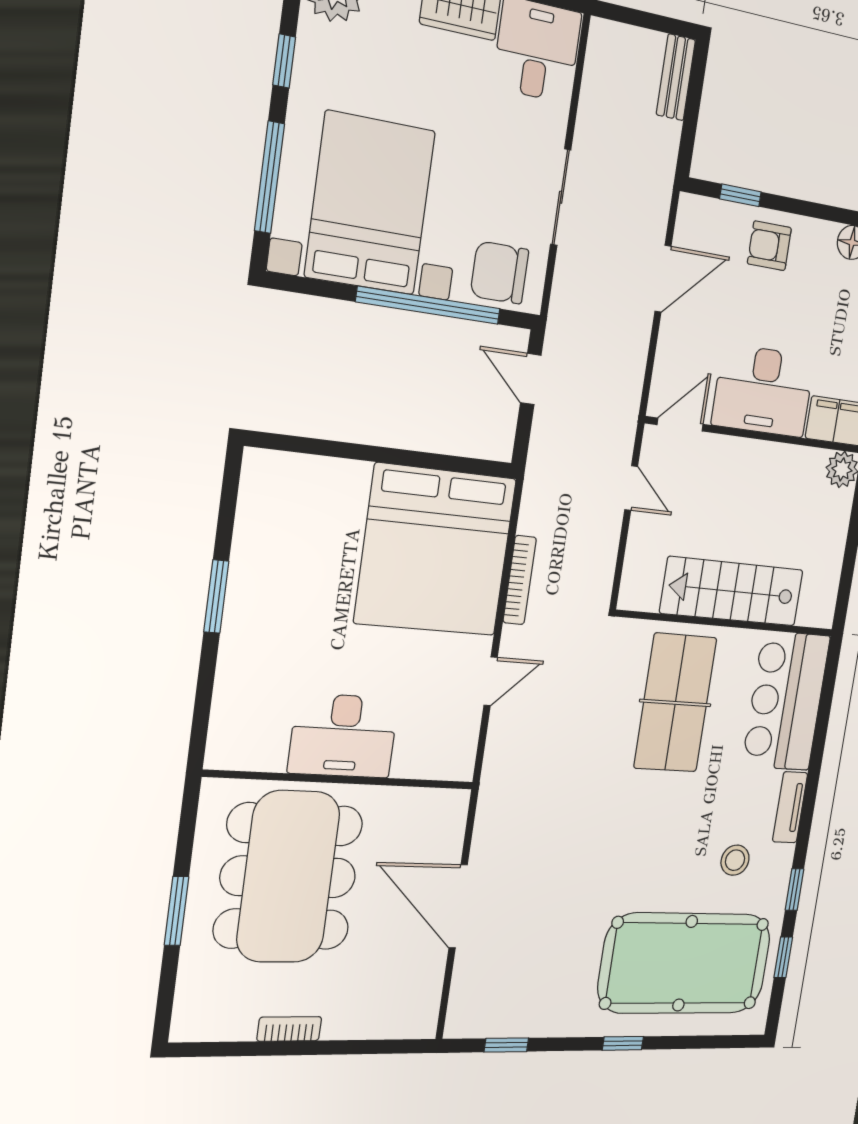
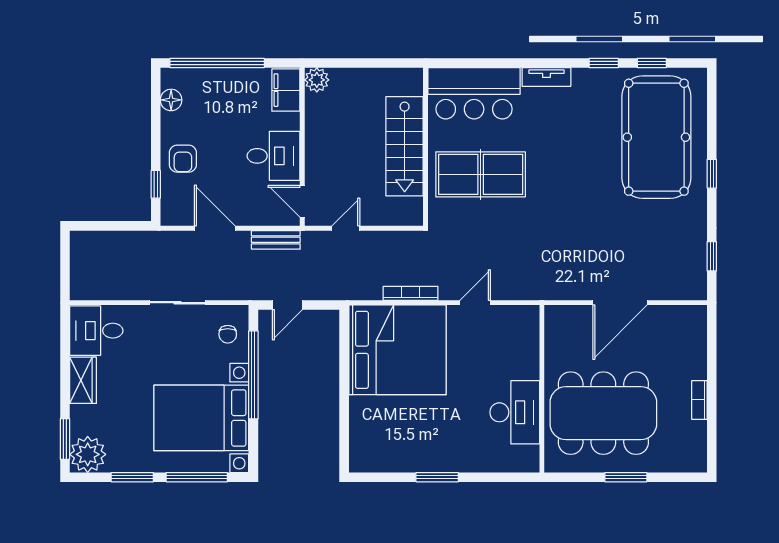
window: (284, 61) -> (132, 477), width x1.50
bench: (676, 77) -> (276, 240), moved
chair: (500, 273) -> (228, 334), width x0.54, depth x0.54
desk: (763, 391) -> (274, 156), width x0.73
door: (491, 681) -> (475, 303), hinge flipped
desk: (343, 736) -> (515, 412), moved
stool: (735, 860) -> (584, 112), removed

